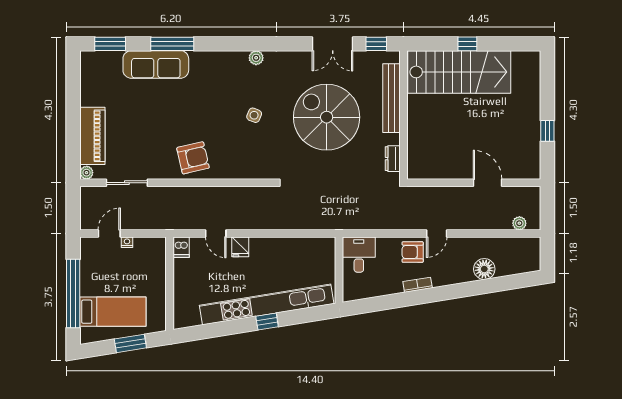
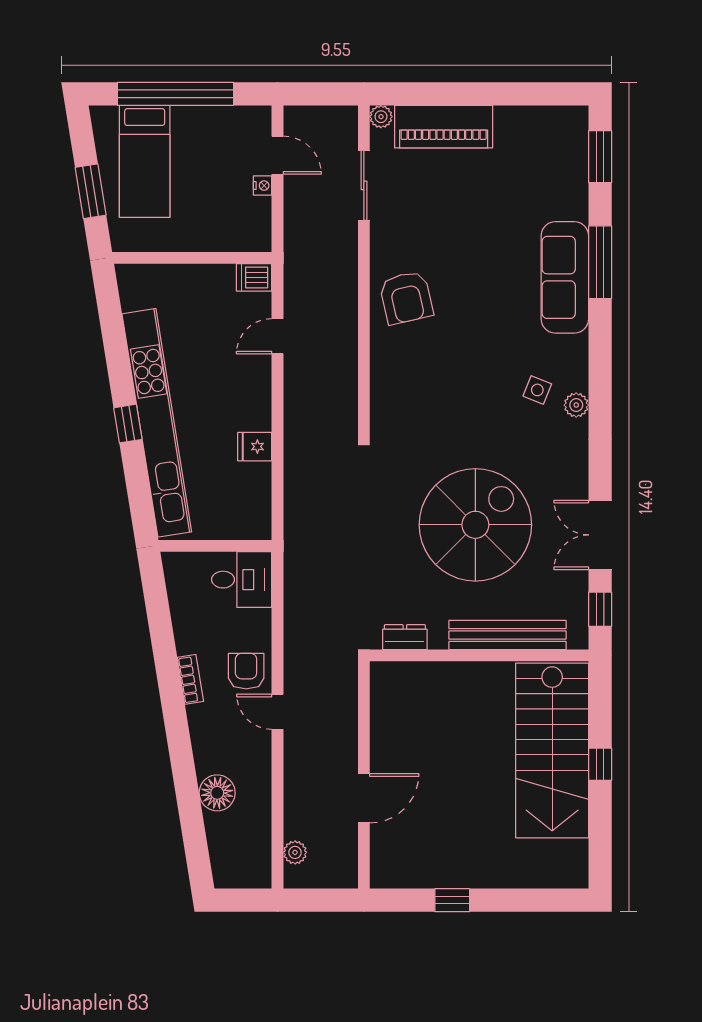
sofa: (156, 64) -> (565, 277), moved
side table: (254, 115) -> (537, 390), moved
fridge: (240, 247) -> (255, 447), moved

